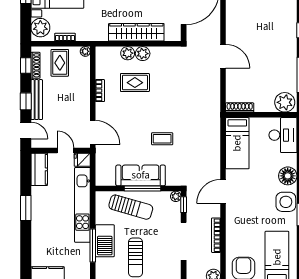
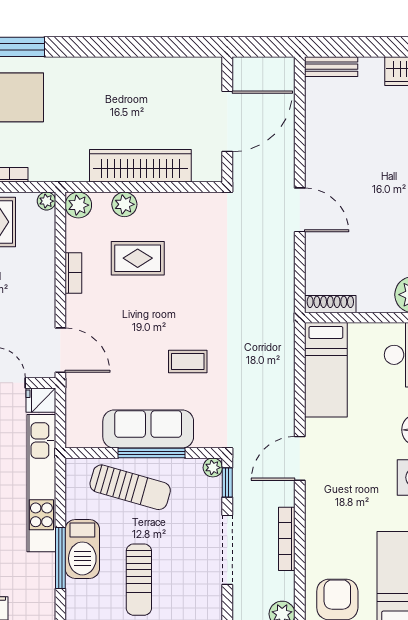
plant: (143, 54) -> (78, 205), moved

